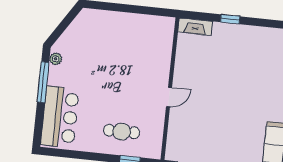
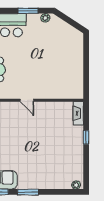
window: (43, 82) -> (28, 11), width x0.69

